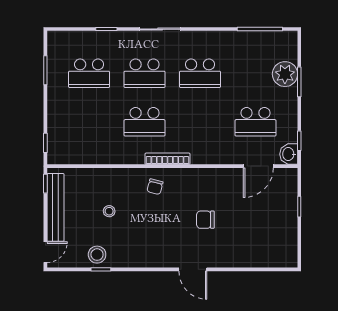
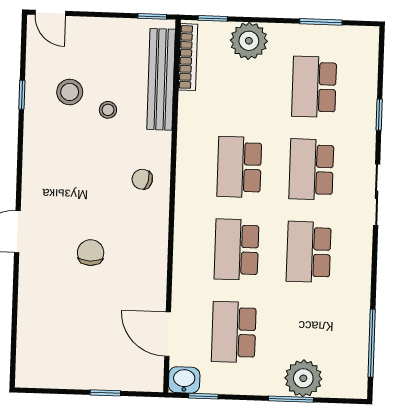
plant: (60, 118) -> (249, 41), added
school desk: (200, 122) -> (237, 250), added
bookcase: (167, 159) -> (188, 57), moved
bench: (55, 207) -> (161, 79), moved, turned 90
stool: (97, 255) -> (70, 92), moved

